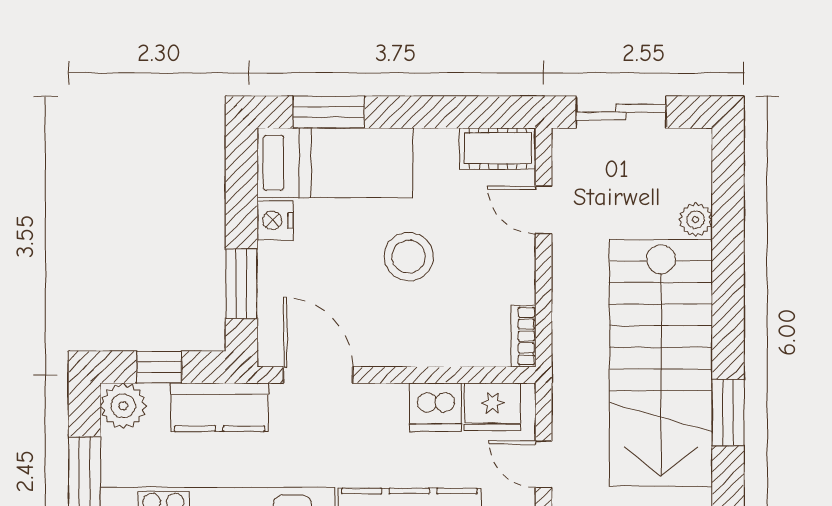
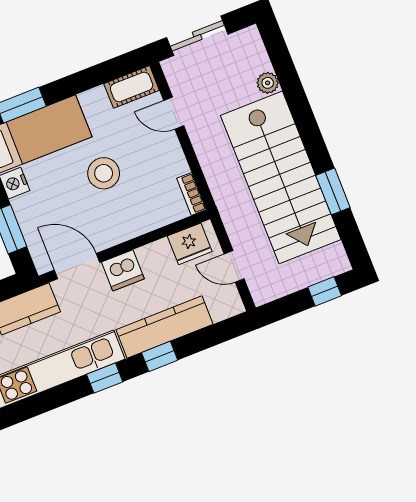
dishwasher: (435, 407) -> (123, 270), moved

